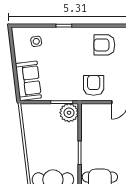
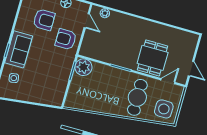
armchair: (104, 45) -> (44, 20), moved, turned -90
sofa: (28, 81) -> (19, 49), moved, turned 97

